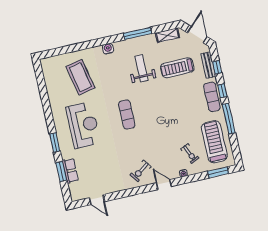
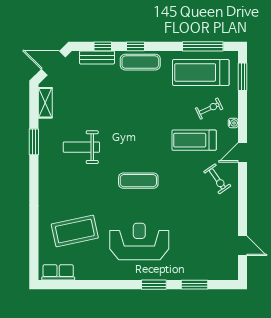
window: (138, 33) -> (34, 142), width x0.69
water cooler: (108, 49) -> (45, 186), removed
treadmill: (177, 68) -> (194, 140), moved, turned 90
window: (229, 119) -> (203, 46), moved
row of seats: (70, 171) -> (58, 272), moved
door: (97, 200) -> (243, 246), hinge flipped

